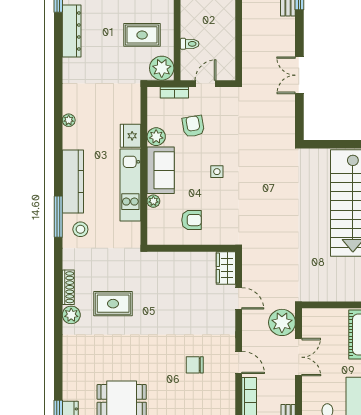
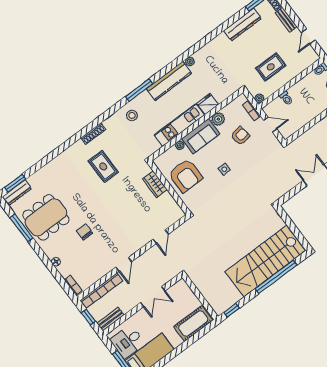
rug: (142, 35) -> (271, 67), turned 90
plant: (162, 68) -> (259, 98), width x0.53, depth x0.53
kitchen counter: (73, 181) -> (169, 81), moved
window: (58, 217) -> (139, 90), moved
armchair: (192, 220) -> (185, 176), width x1.88, depth x1.88
wardrobe: (226, 268) -> (155, 184), moved, turned -90
plant: (71, 315) -> (79, 147), removed
plant: (282, 322) -> (166, 272), removed
chair: (195, 365) -> (85, 232), moved

